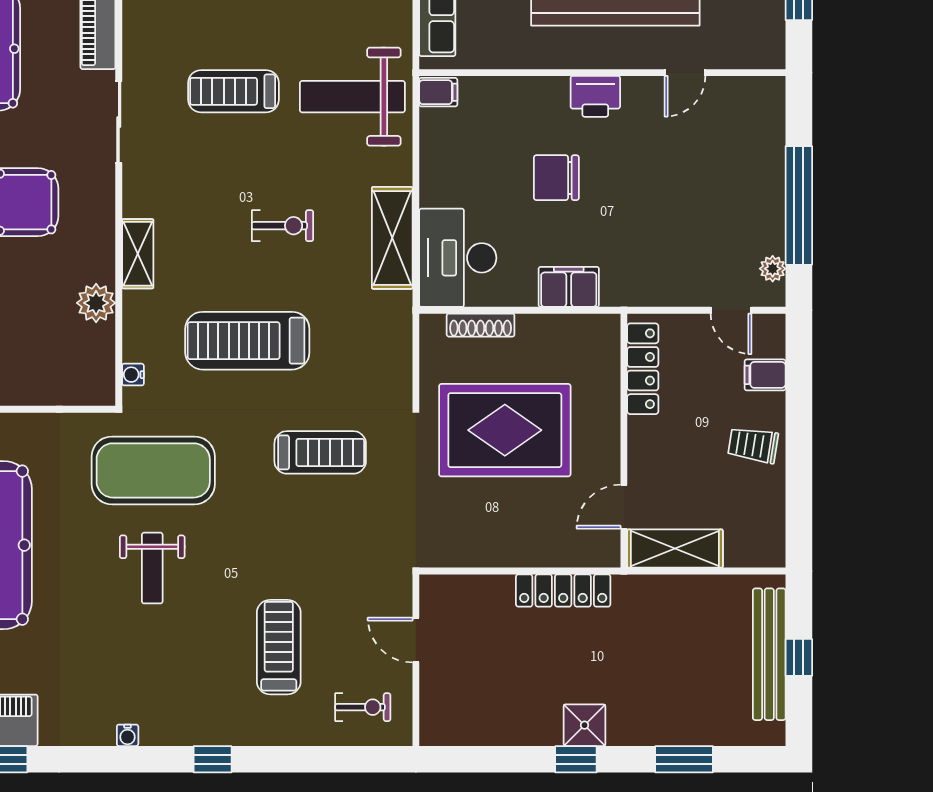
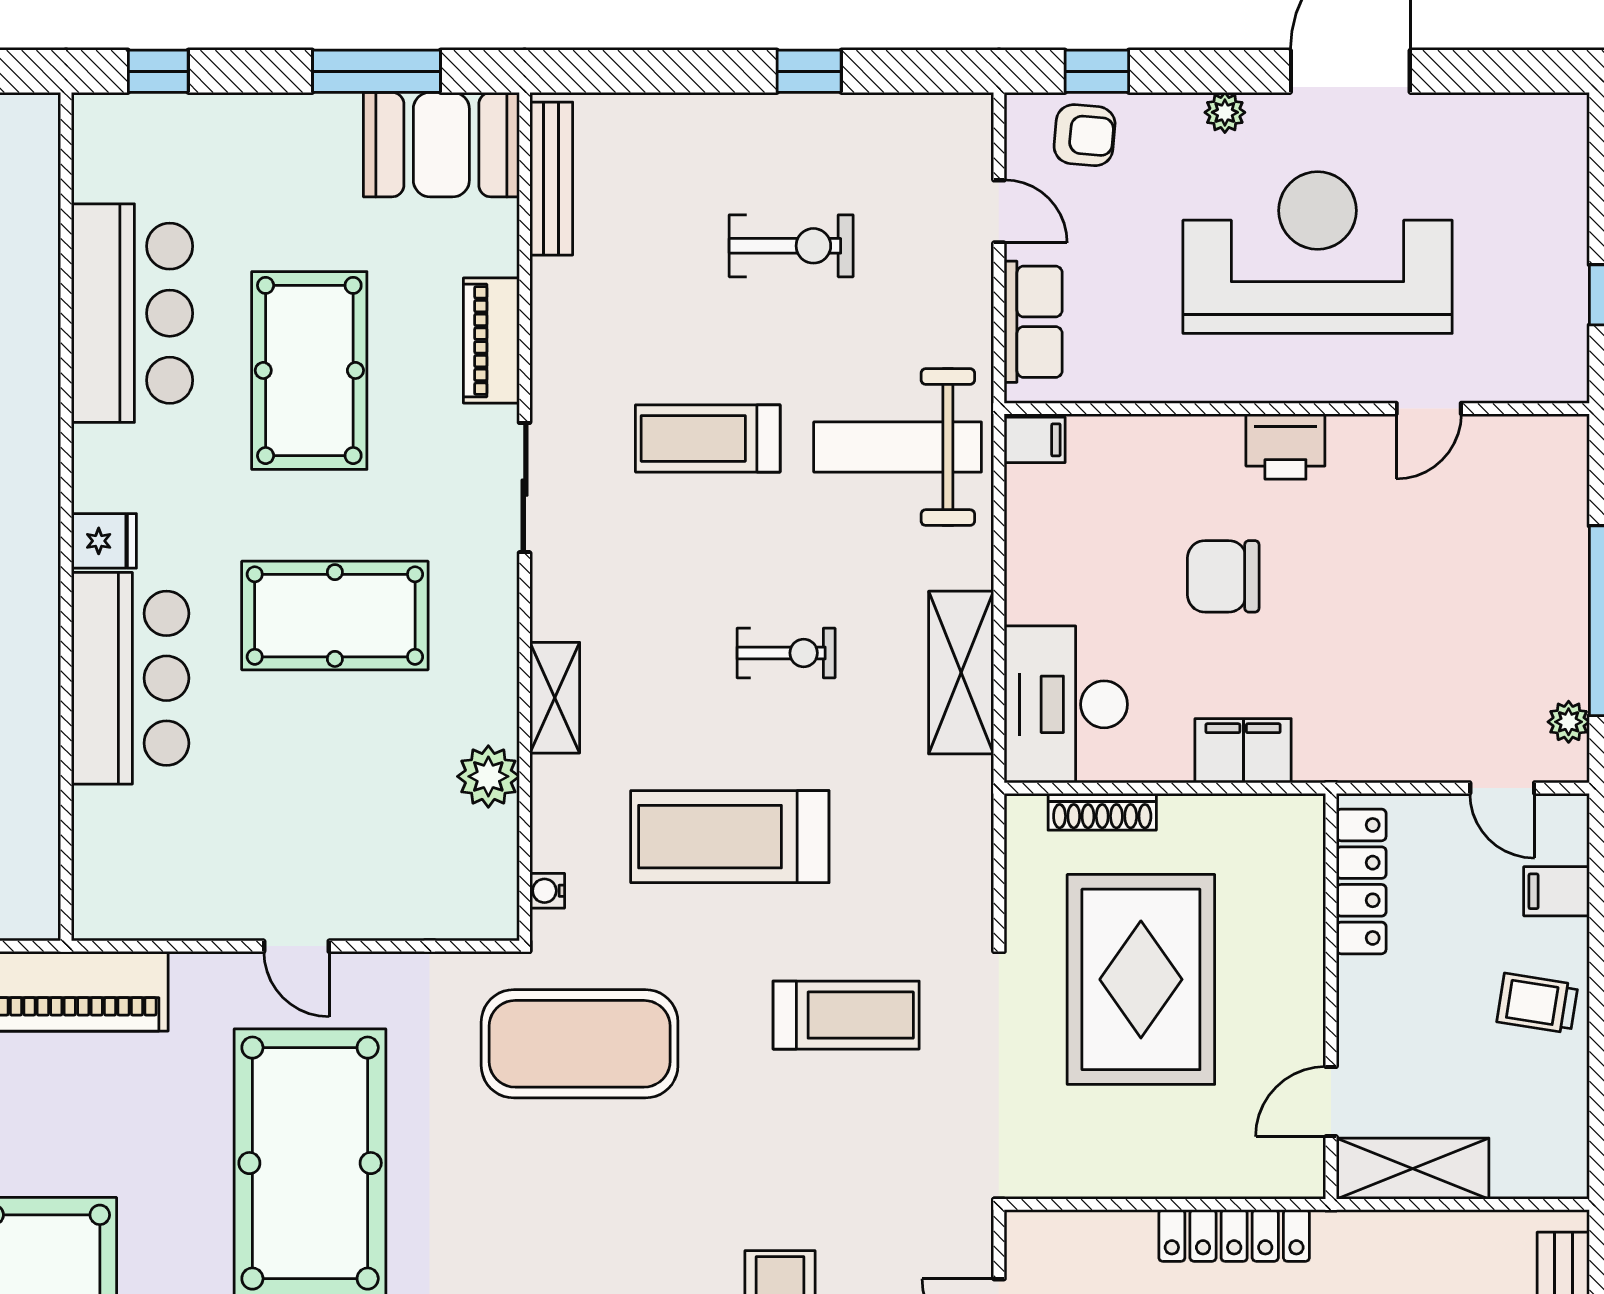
rug: (505, 430) -> (1141, 979), turned 90
weight bench: (152, 568) -> (578, 1200), removed

